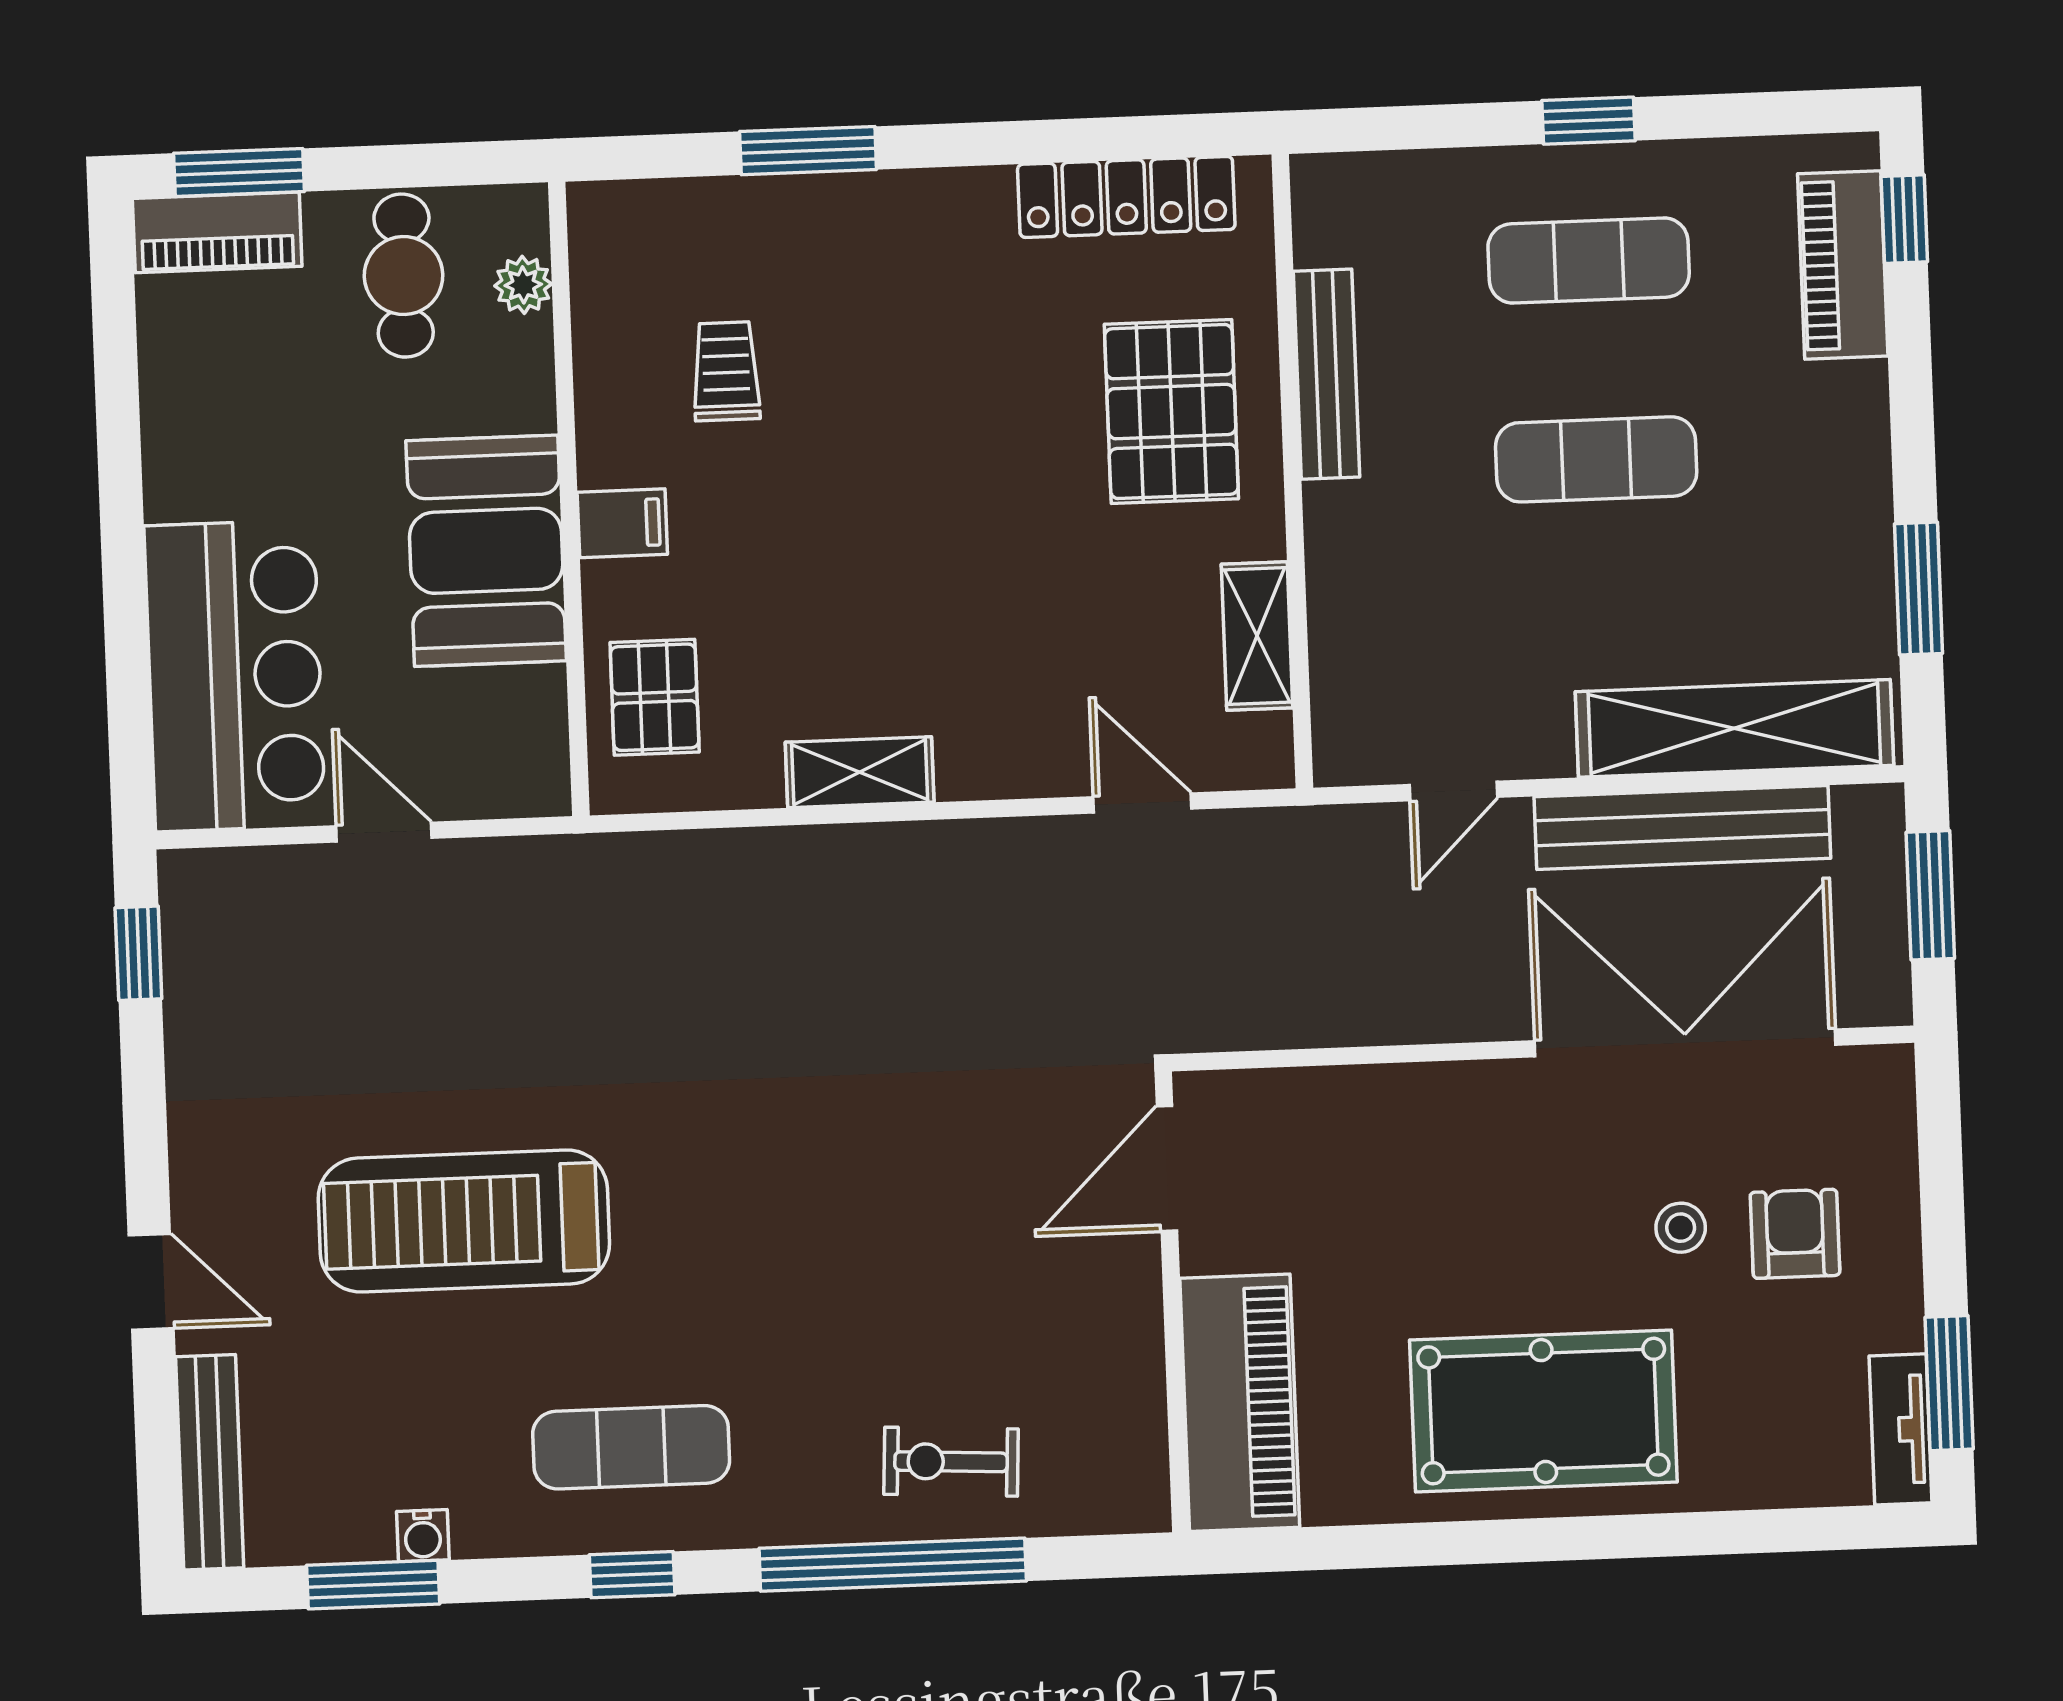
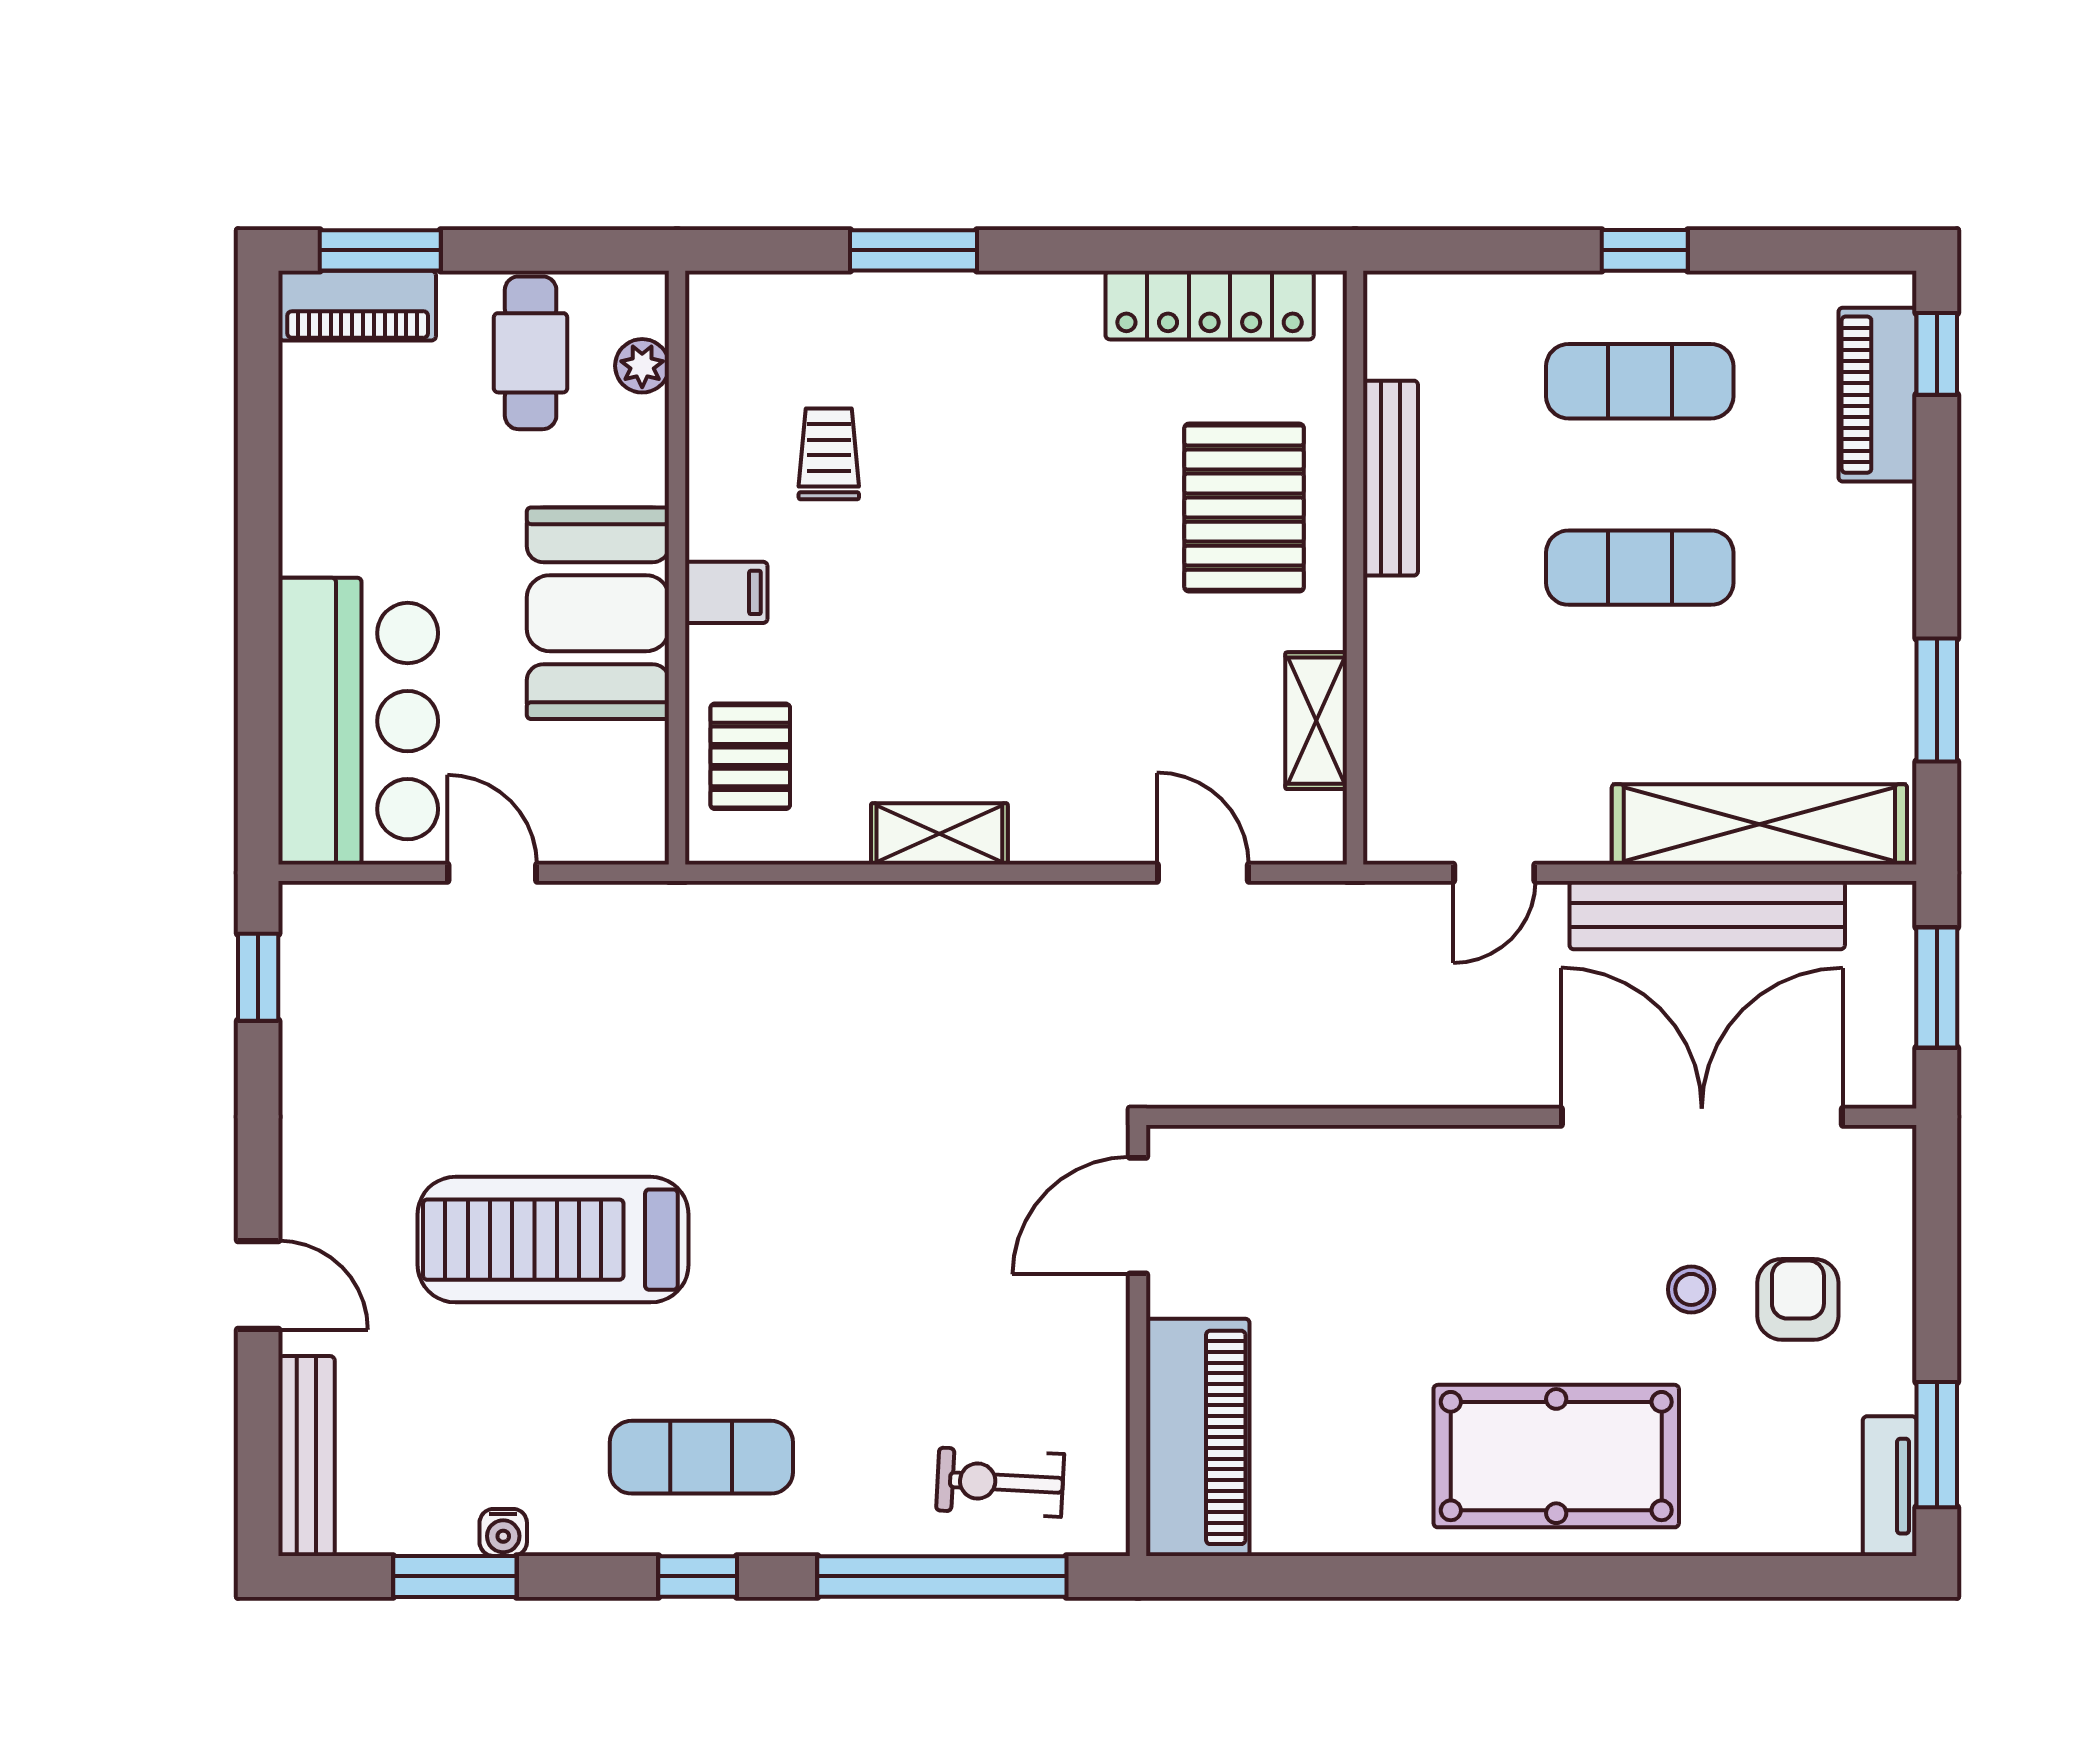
door: (1167, 1169) -> (1138, 1216), moved
wall: (1172, 1302) -> (1138, 1341), moved
piano: (1240, 1403) -> (1198, 1437), moved

